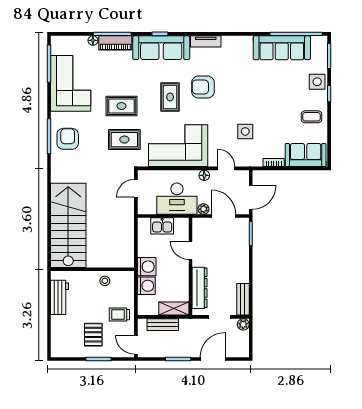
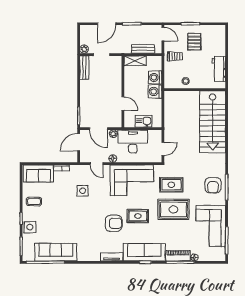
rug: (170, 97) -> (138, 216), turned 90
rug: (121, 106) -> (173, 209), width x1.36, depth x1.43
dresser: (200, 288) -> (116, 76), removed

